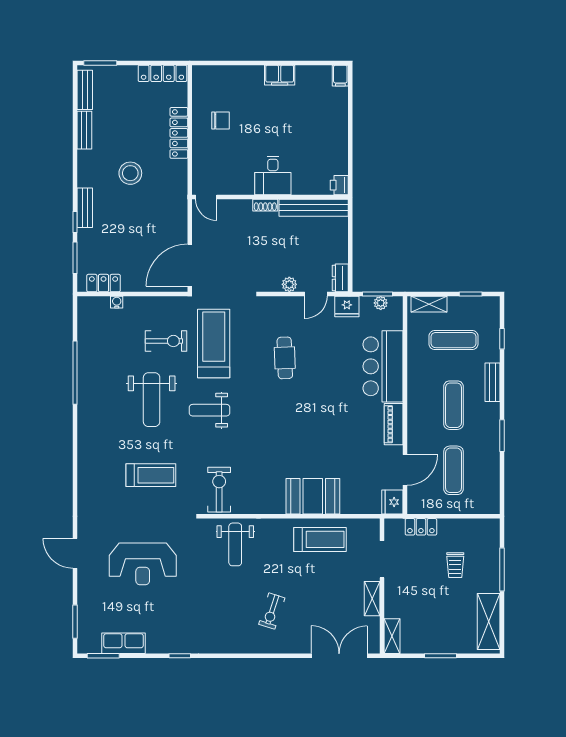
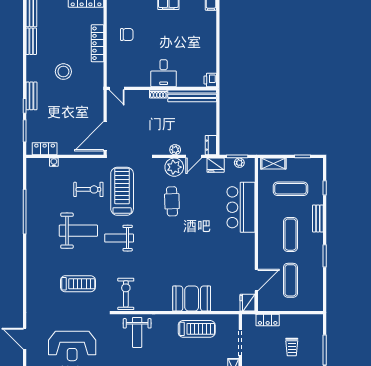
plant: (288, 309) -> (174, 167), added
weight bench: (152, 400) -> (78, 231), turned -90
piano: (394, 424) -> (248, 248), removed

